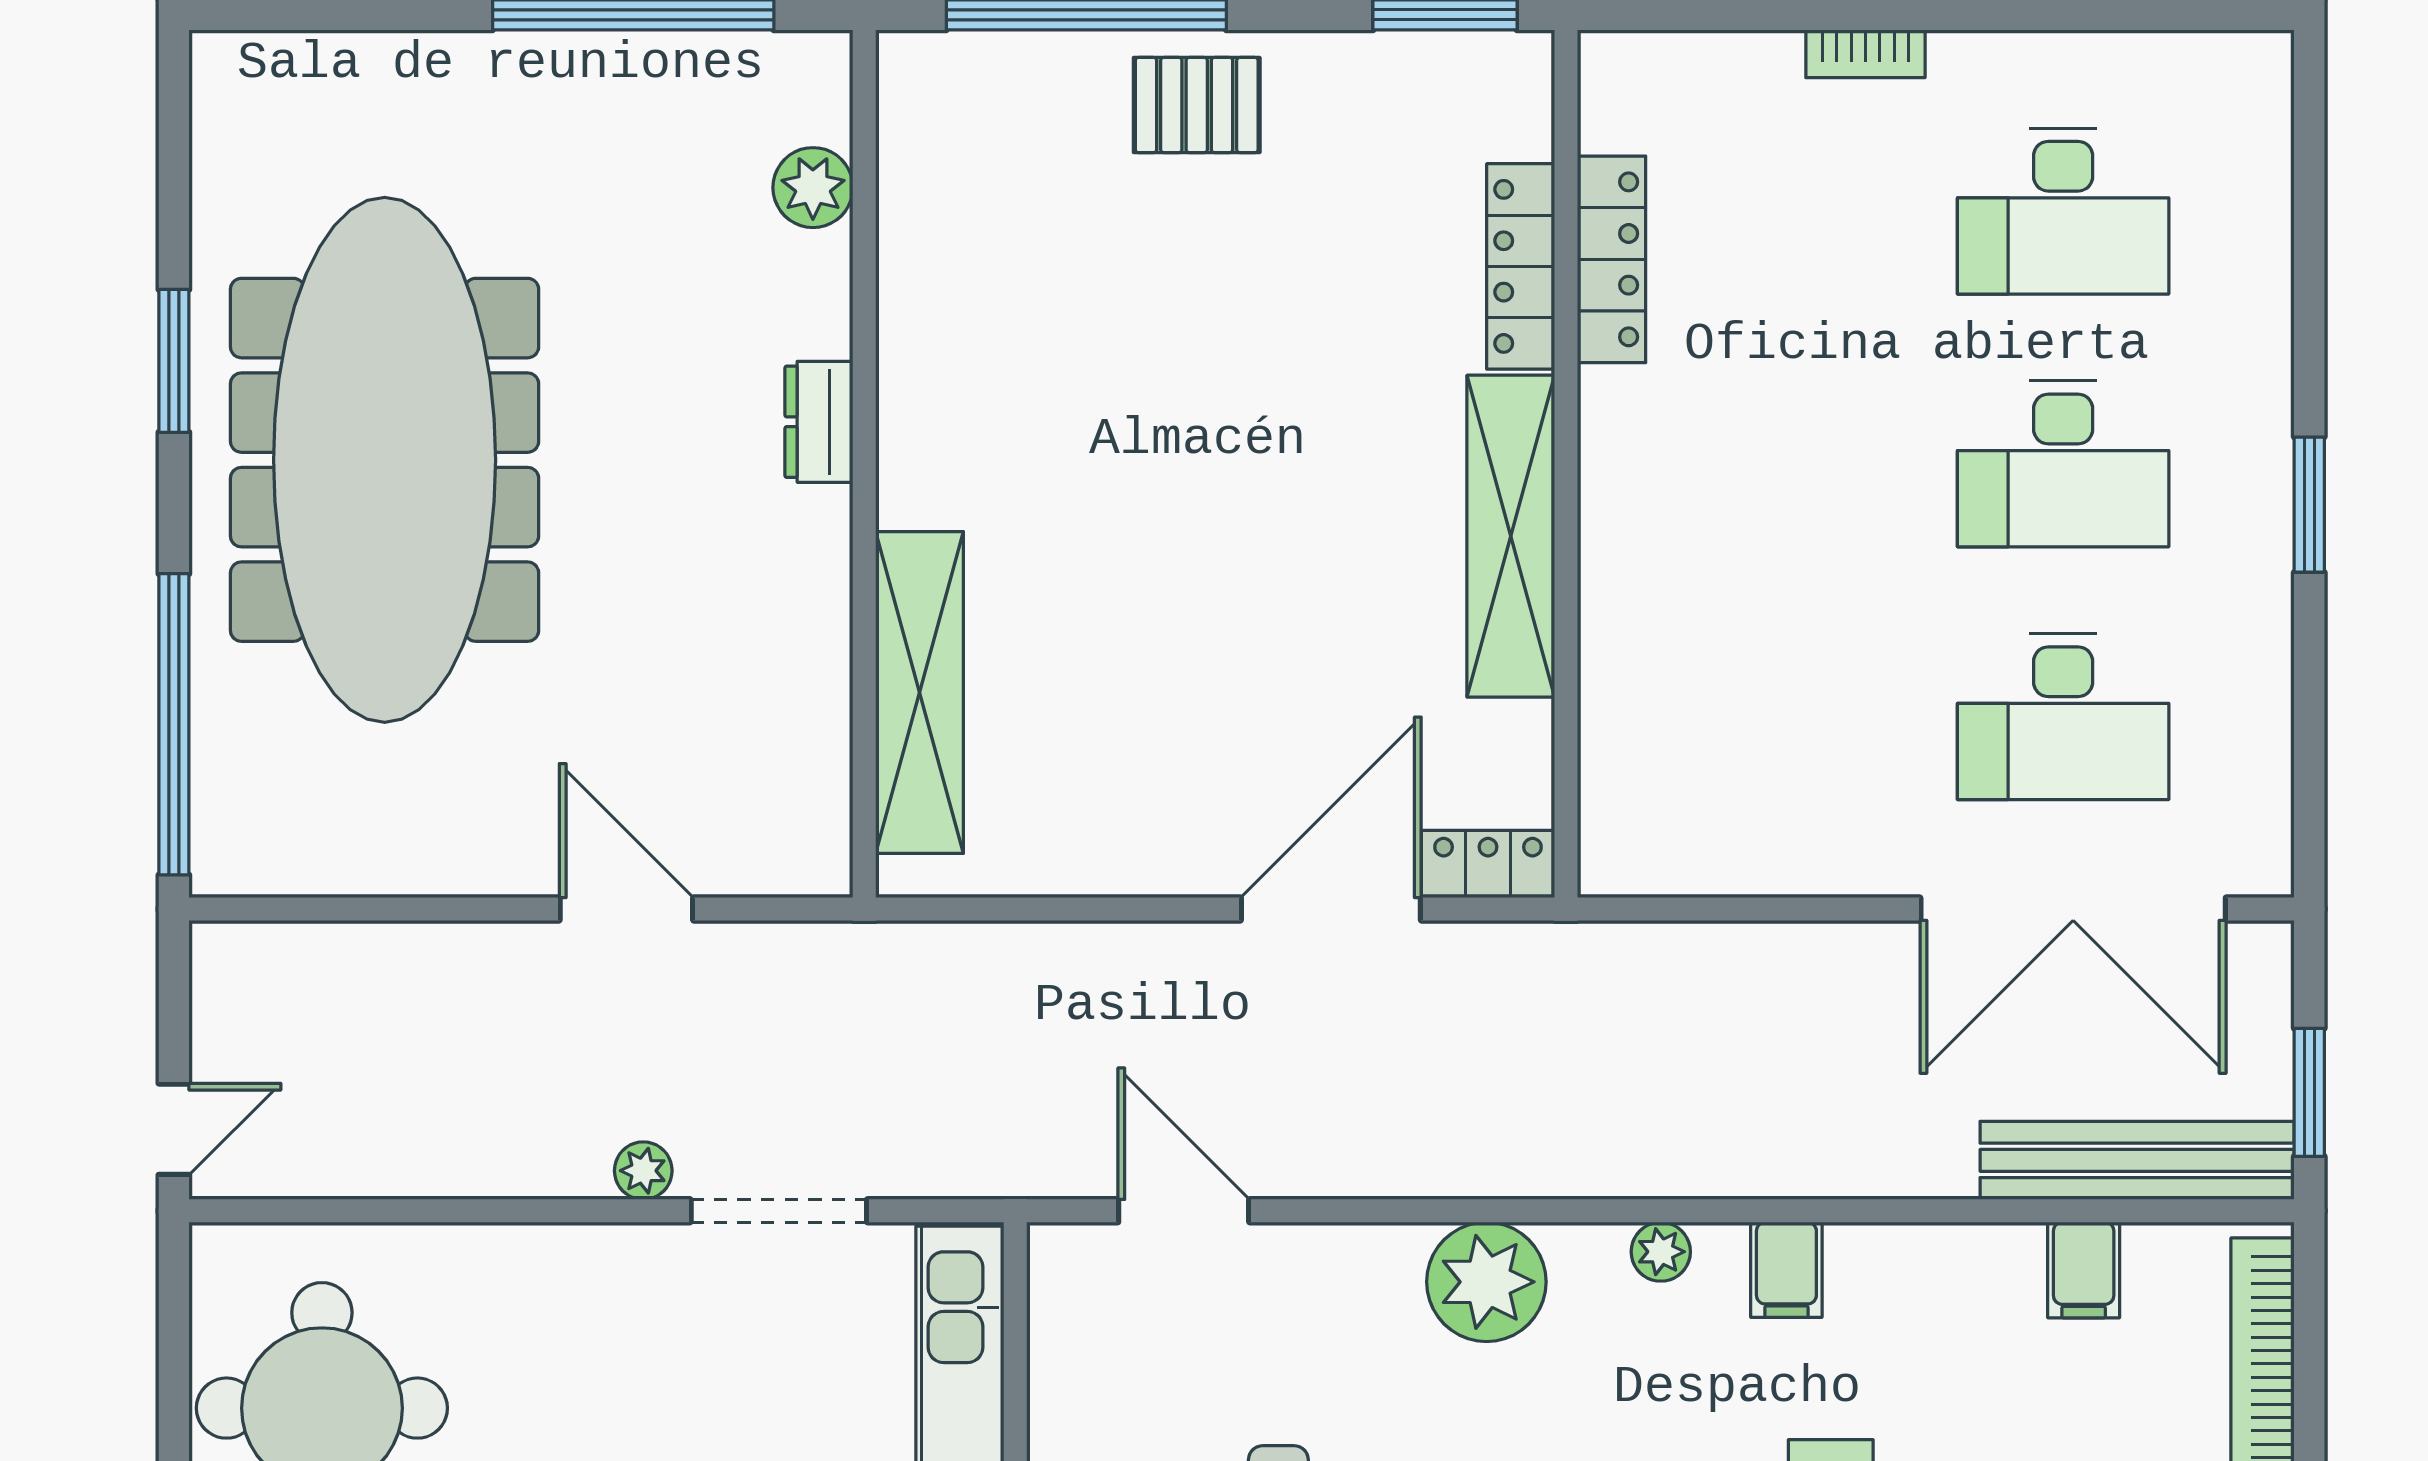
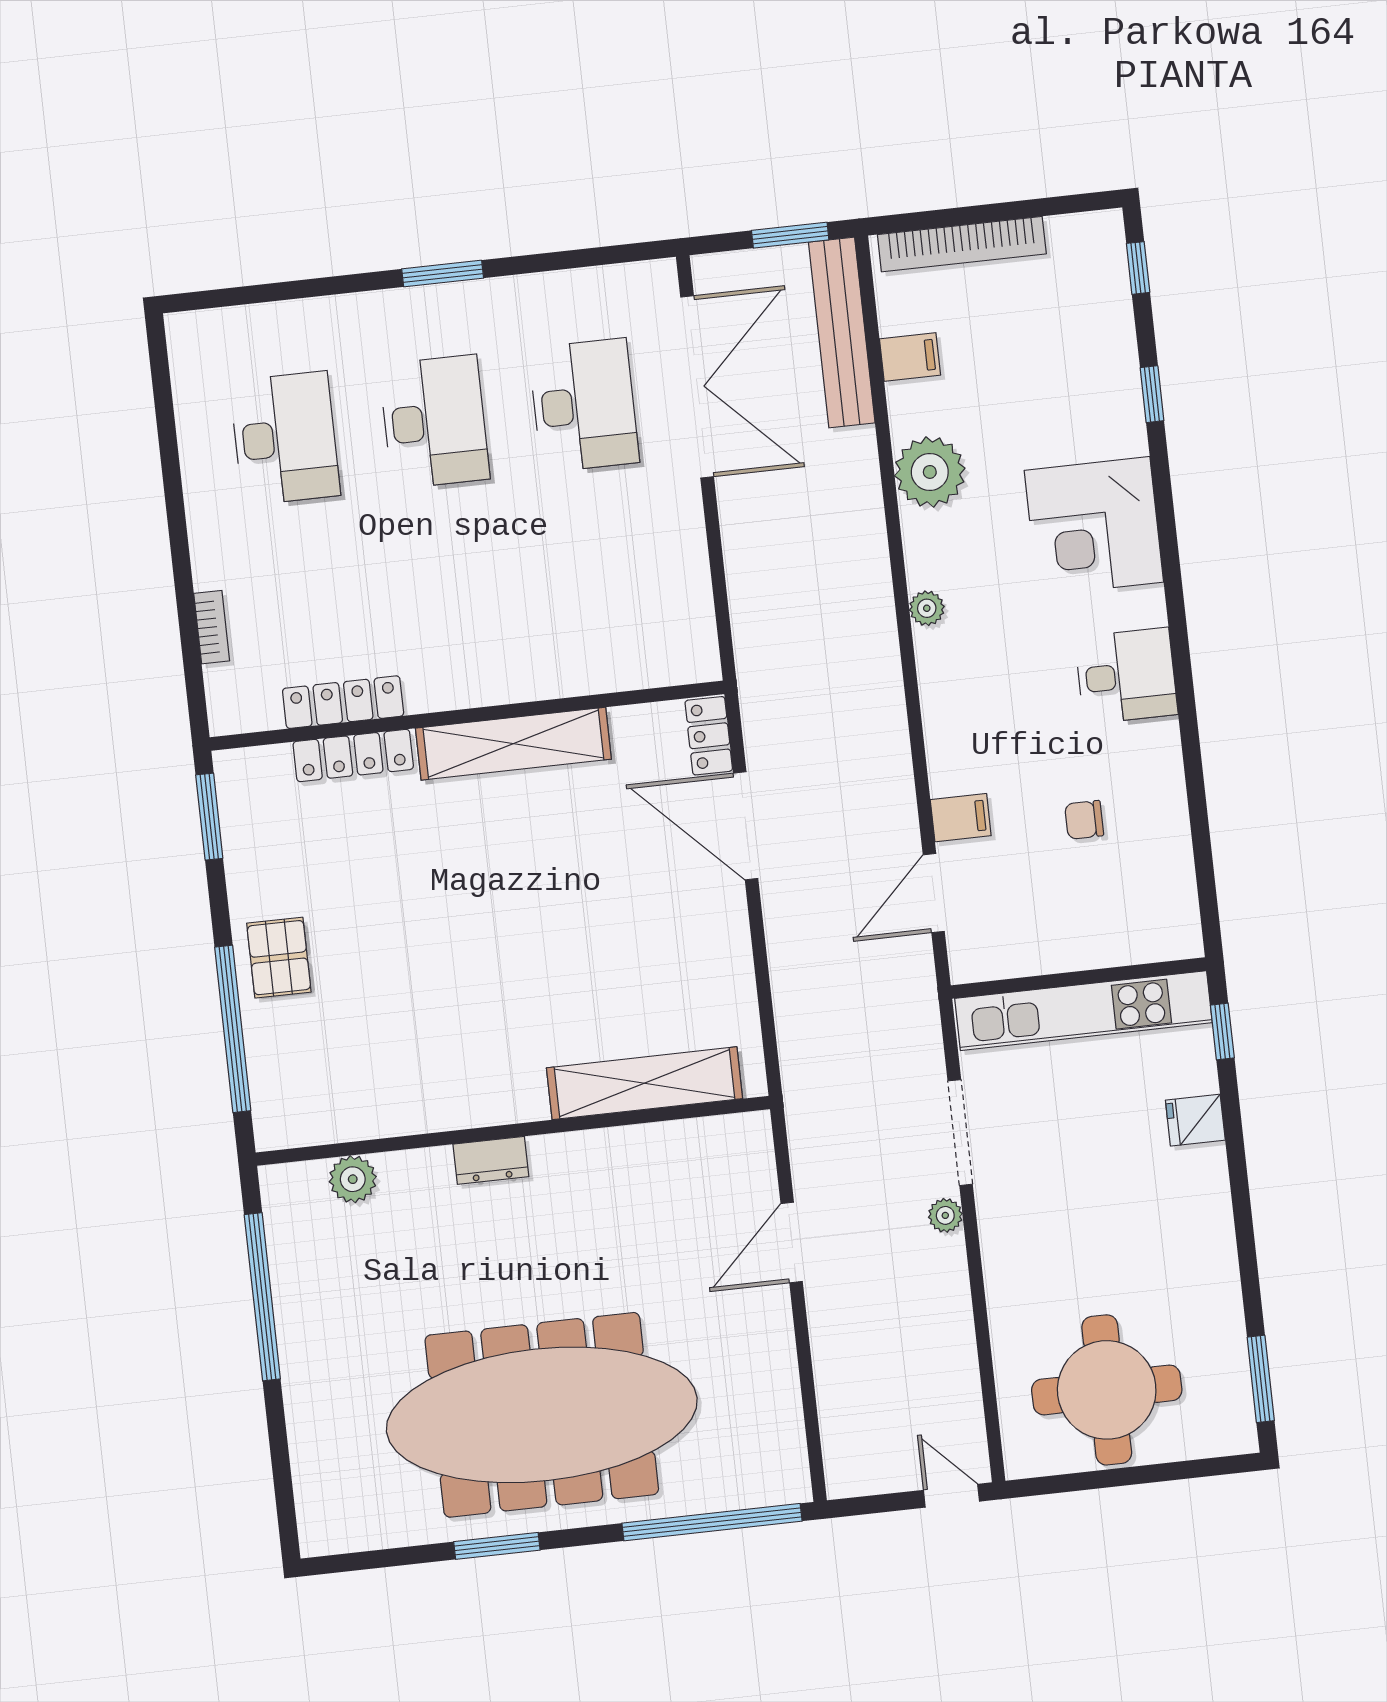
bookcase: (1865, 54) -> (212, 627), moved
filing cabinet: (1786, 1270) -> (961, 818), moved
plant: (1486, 1282) -> (930, 472), moved

